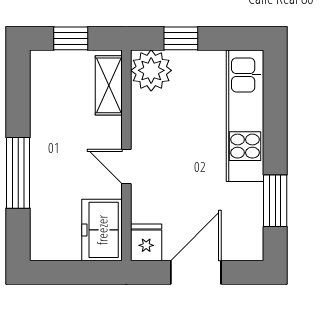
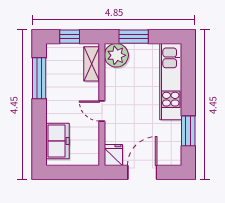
window: (181, 38) -> (134, 37), width x1.50
window: (18, 173) -> (39, 78), moved
freezer: (102, 230) -> (57, 141), moved, turned 180

